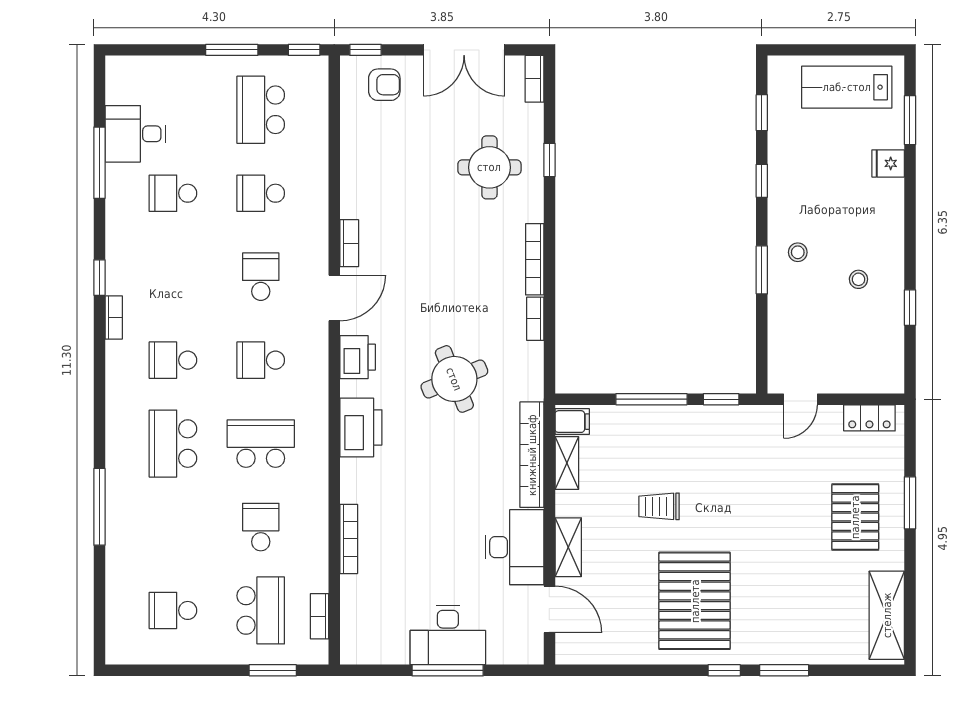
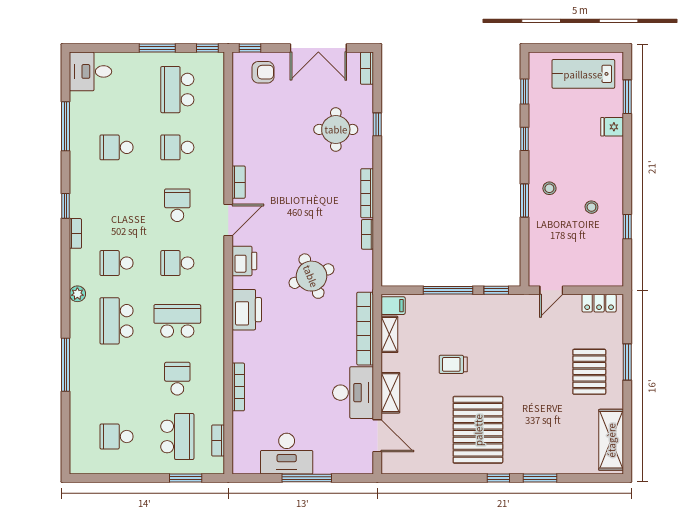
desk: (135, 134) -> (90, 71), moved
plant: (117, 405) -> (77, 294), added
desk: (448, 635) -> (287, 454), moved

